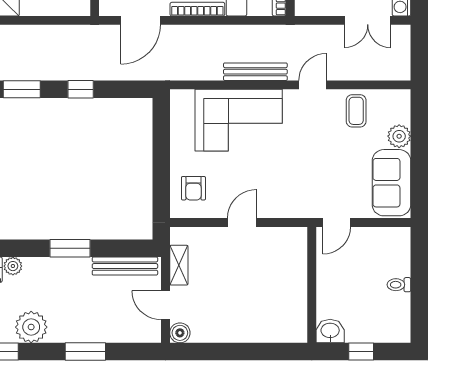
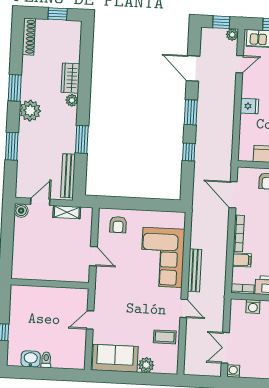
armchair: (193, 188) -> (118, 225), turned -90
door: (337, 223) -> (90, 320), hinge flipped
wall: (312, 285) -> (50, 284), moved
washbasin: (330, 331) -> (31, 359), moved, turned -90

